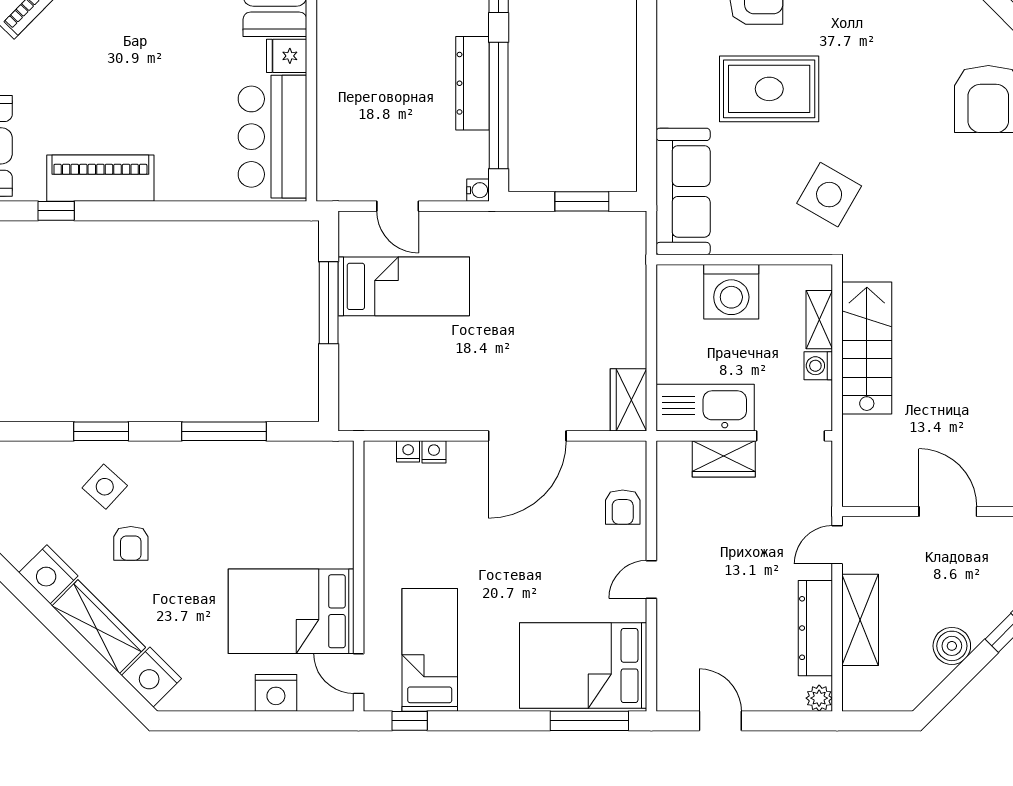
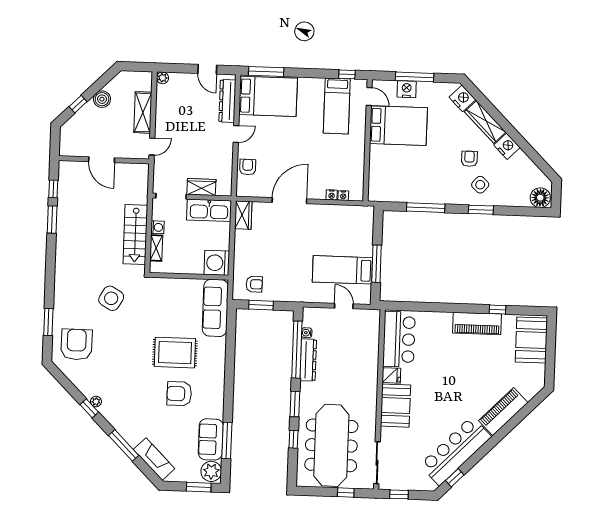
water cooler: (478, 190) -> (307, 333), moved
side table: (829, 195) -> (111, 298), moved
armchair: (599, 247) -> (254, 284), added
washing machine: (731, 292) -> (217, 263), moved, turned -90
dresser: (815, 628) -> (227, 101), moved, turned 180
window: (259, 721) -> (415, 77), added

